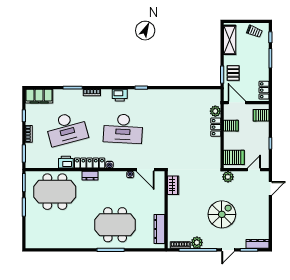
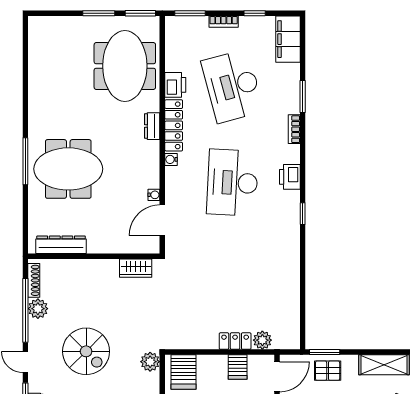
meeting table: (115, 225) -> (68, 169), turned 90

